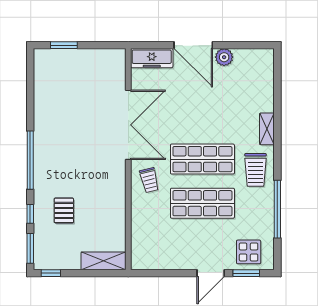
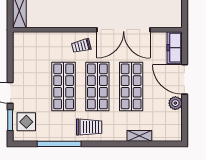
door: (193, 45) -> (185, 79), hinge flipped
shop shelf: (202, 115) -> (131, 86), added
shelving: (267, 129) -> (139, 136), moved
trolley: (256, 170) -> (89, 127), turned 180

